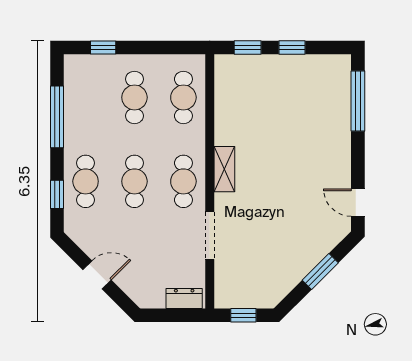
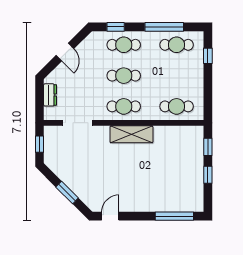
cafe table: (134, 97) -> (177, 45), moved
shelving: (224, 169) -> (131, 134), width x1.50, depth x1.33
doorway: (210, 236) -> (77, 123), moved
dresser: (184, 298) -> (50, 95), moved

